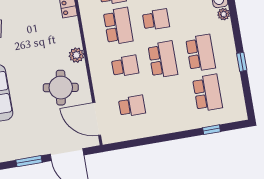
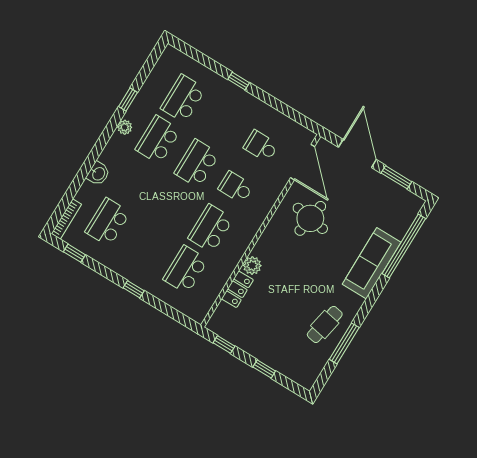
plant: (224, 14) -> (125, 127), moved
school desk: (156, 20) -> (172, 205), removed
plant: (76, 55) -> (252, 266), moved
window: (212, 130) -> (239, 81), moved

